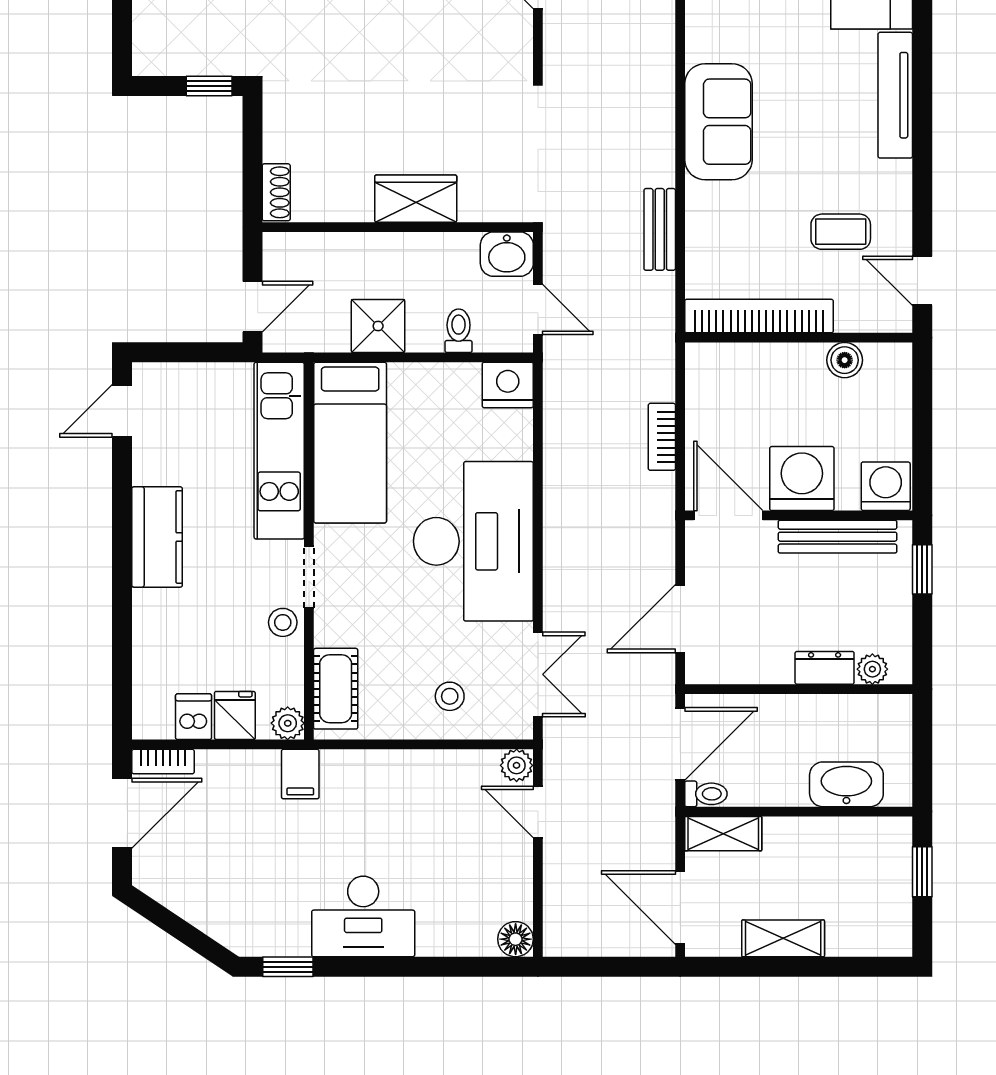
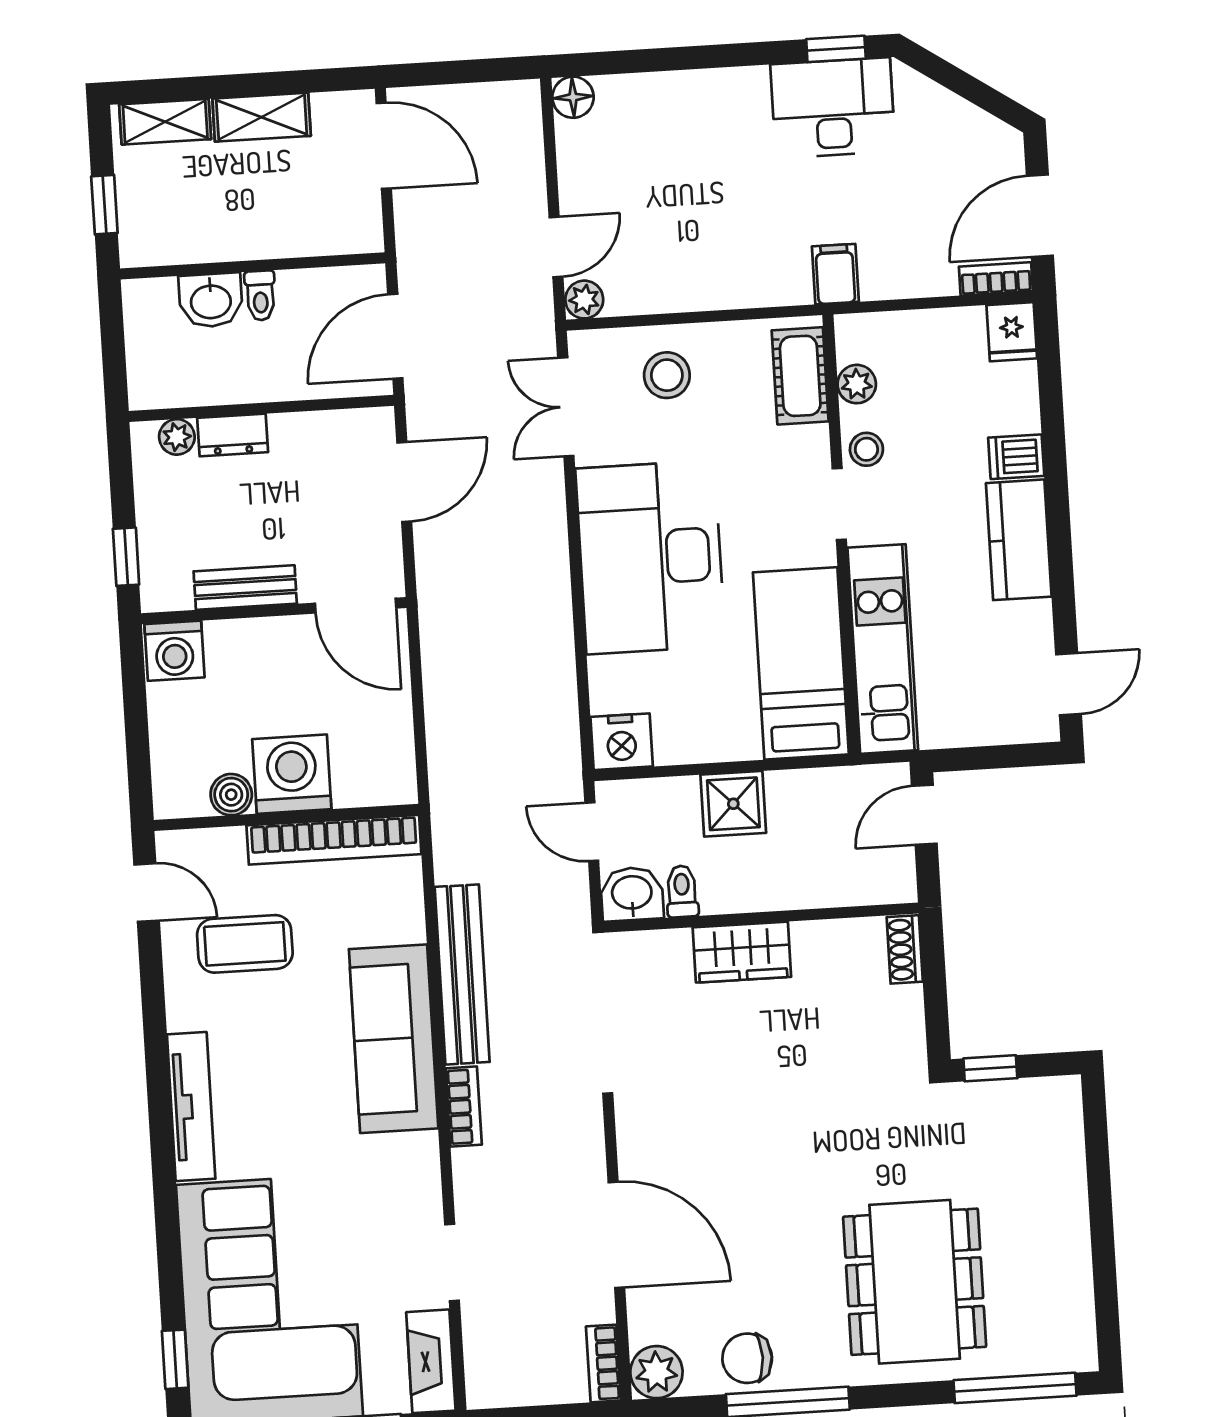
sofa: (718, 122) -> (394, 1039), width x1.36
bench: (660, 229) -> (462, 974), width x1.86, depth x1.21
coffee table: (841, 232) -> (245, 944), width x1.36, depth x1.30
shower: (378, 326) -> (733, 804), moved
toilet: (459, 331) -> (682, 891), moved, turned 180
bookcase: (662, 437) -> (464, 1107), moved
washing machine: (802, 479) -> (292, 774), moved, turned 180
bench: (838, 537) -> (245, 588), width x0.73
stool: (450, 696) -> (667, 375), width x1.37, depth x1.37
fridge: (235, 715) -> (1012, 332), moved
dishwasher: (194, 717) -> (1016, 457), moved, turned 90
plant: (288, 723) -> (857, 384), moved
washbasin: (846, 784) -> (211, 300), width x0.72
toilet: (706, 794) -> (260, 296), moved, turned -90
door: (538, 812) -> (556, 247), hinge flipped
shelving: (723, 834) -> (165, 122), moved
desk: (363, 916) -> (833, 108), moved

